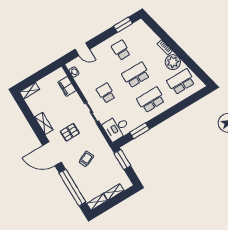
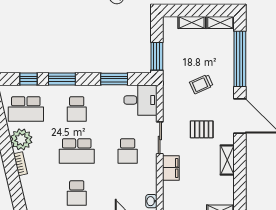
filing cabinet: (67, 86) -> (171, 168), moved
school desk: (151, 100) -> (77, 109), width x0.54
window: (190, 100) -> (28, 79), added
window: (170, 112) -> (62, 79), added

